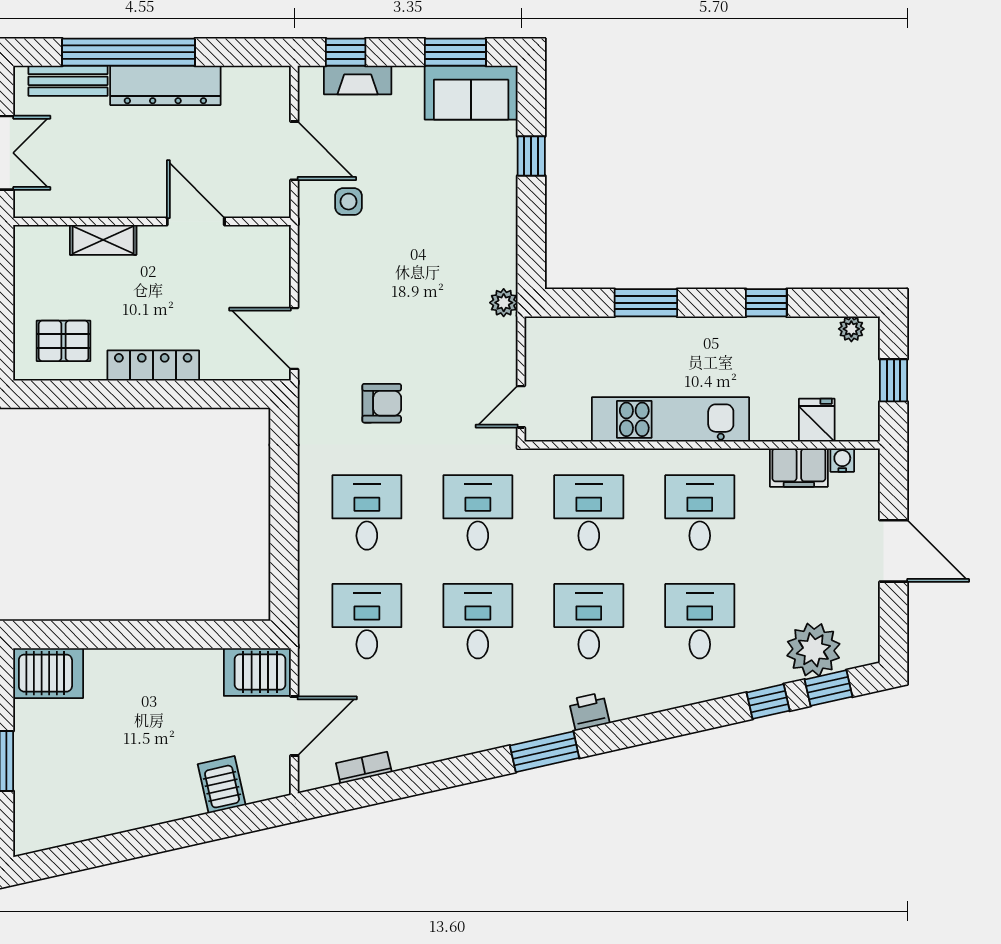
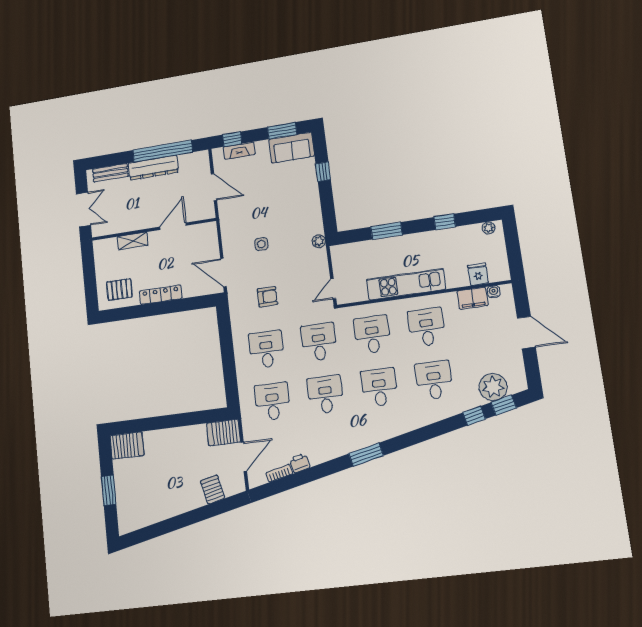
window: (128, 52) -> (163, 151), moved
side table: (349, 202) -> (261, 244), moved
door: (196, 221) -> (173, 226), hinge flipped
window: (894, 380) -> (513, 249), removed
printer: (589, 711) -> (300, 463), moved

